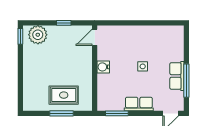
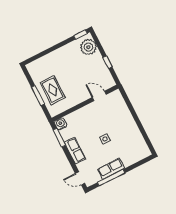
door: (95, 37) -> (99, 96), moved
water cooler: (103, 67) -> (61, 124), moved

